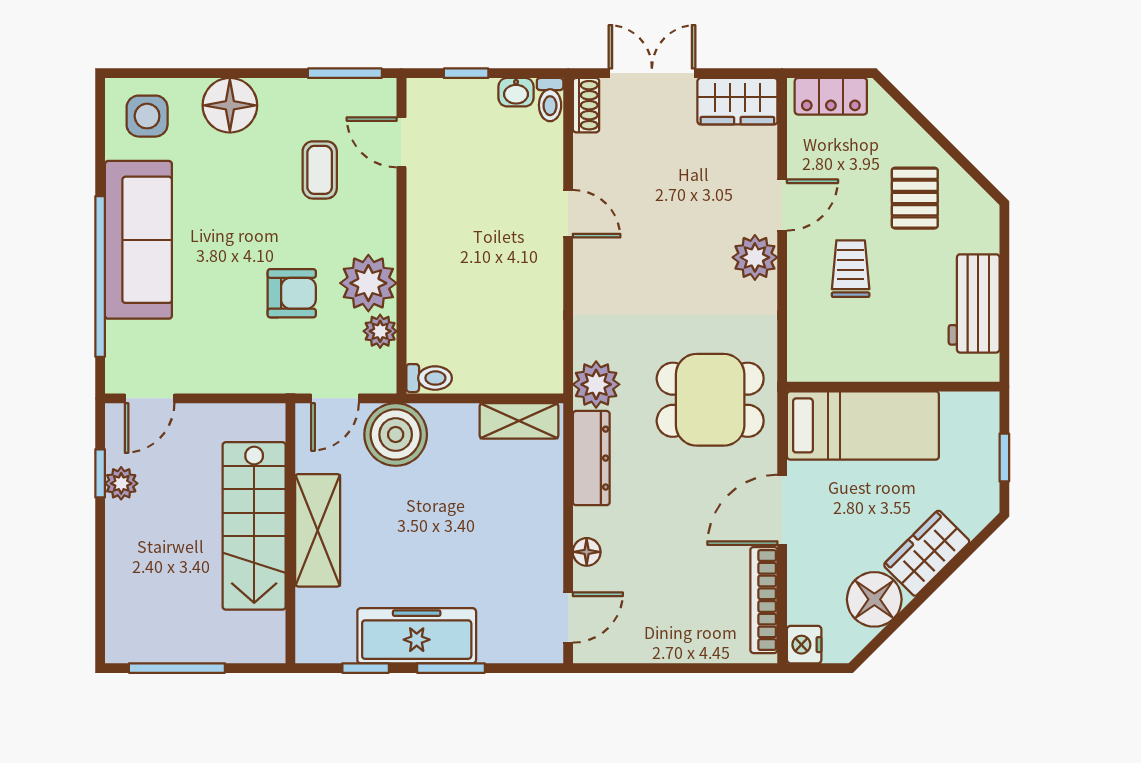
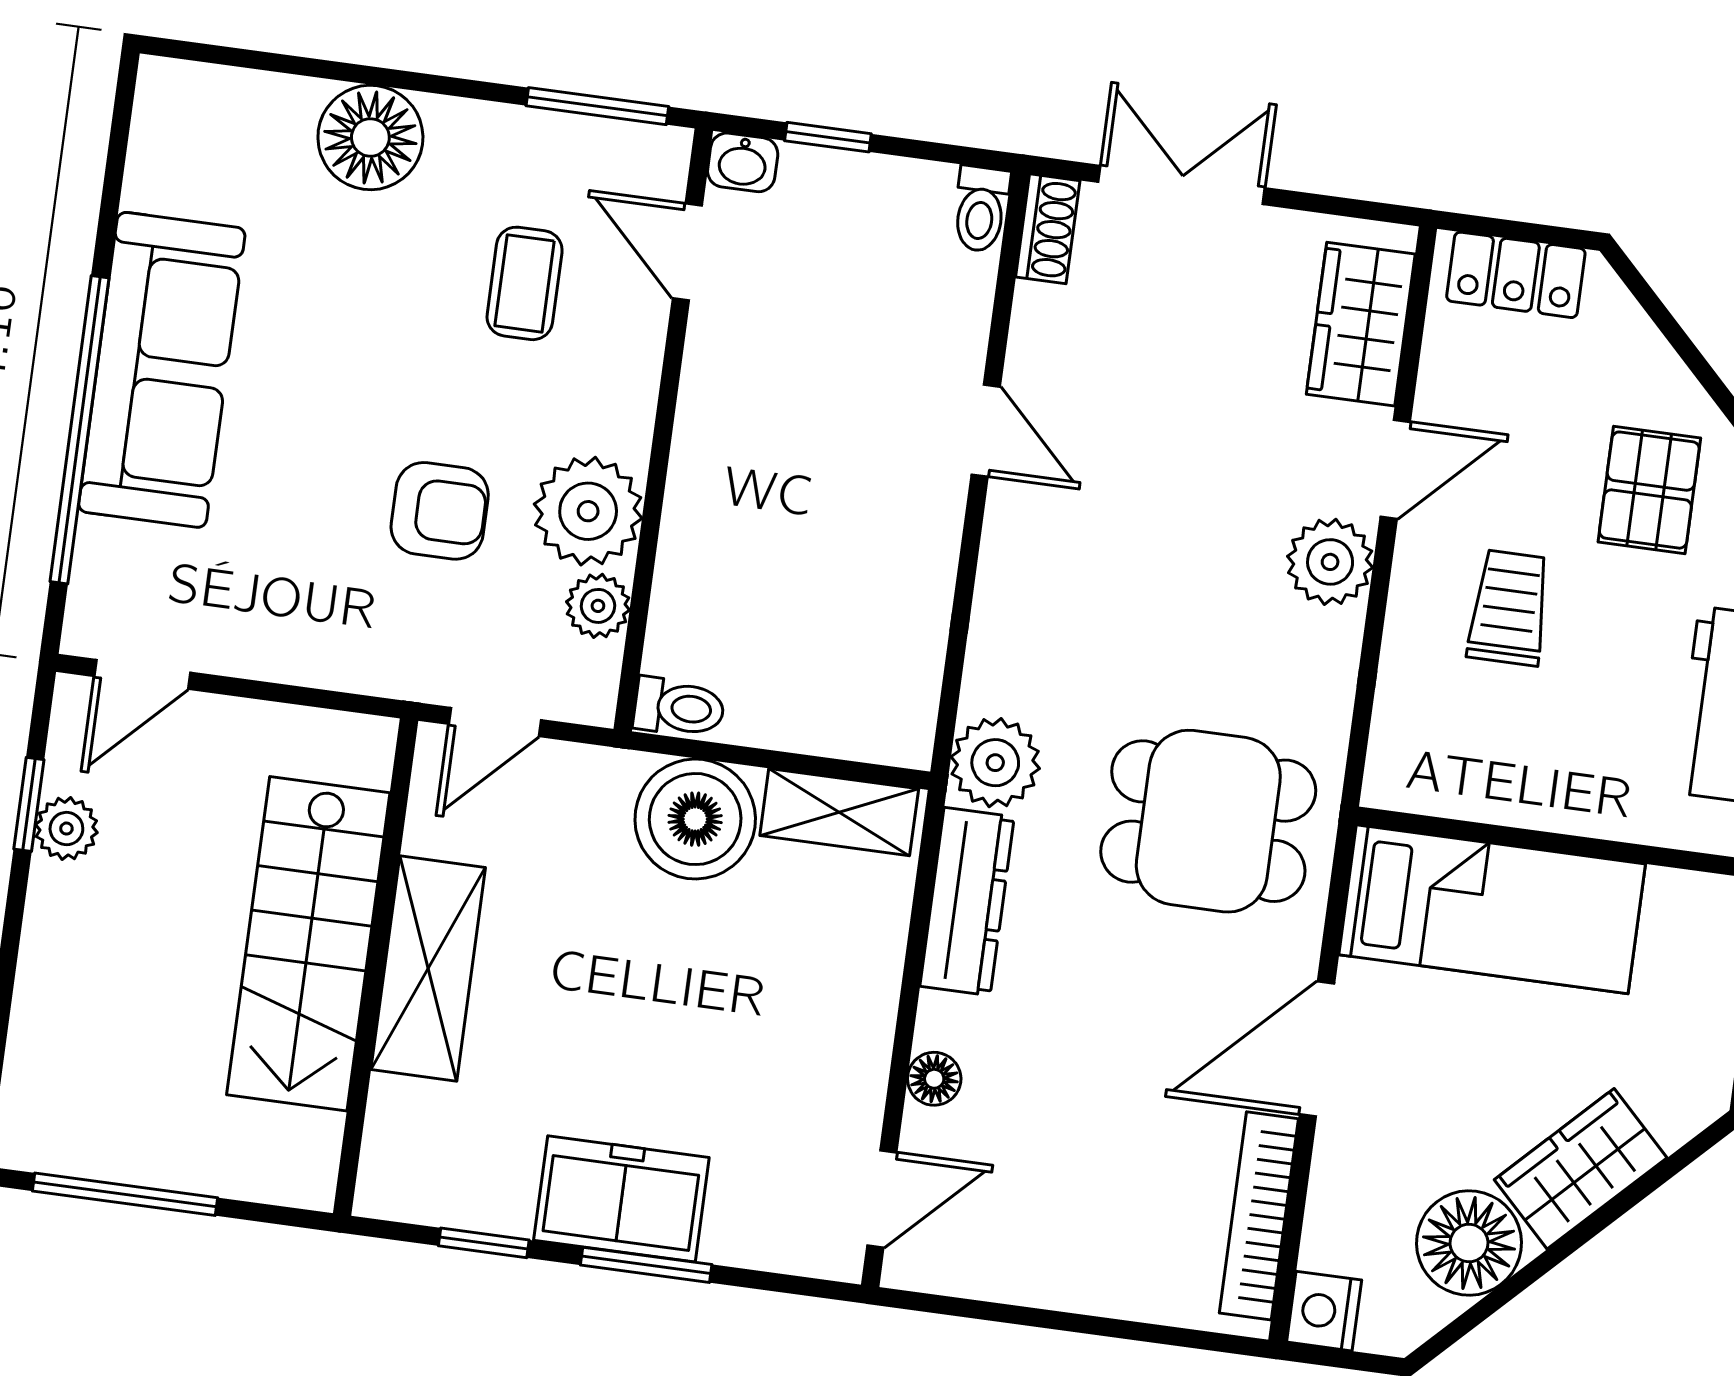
washbasin: (516, 92) -> (743, 162), moved
wardrobe: (737, 101) -> (1361, 324), moved, turned 90
side table: (147, 116) -> (210, 137), removed
boiler: (396, 435) -> (695, 819), moved
freezer: (417, 636) -> (621, 1199), width x0.71

